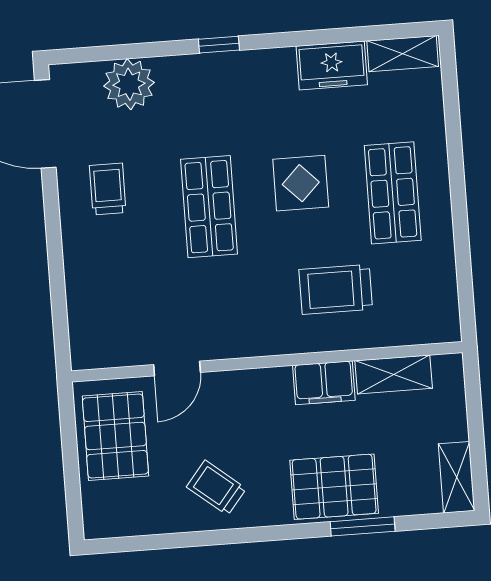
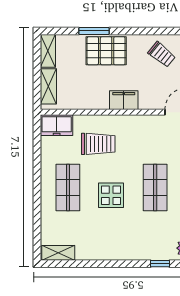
window: (219, 45) -> (160, 264), moved
freezer: (332, 65) -> (57, 125), moved, turned 180
shelving: (394, 374) -> (48, 86), moved, turned 90
filing cabinet: (324, 383) -> (124, 100), moved

